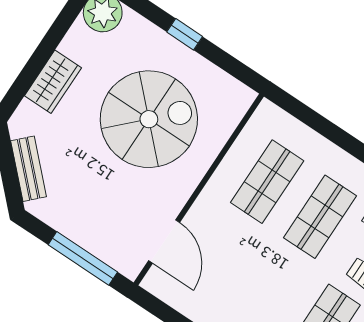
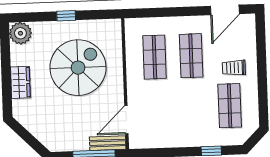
bench: (29, 169) -> (108, 143), moved, turned -45
door: (164, 242) -> (126, 120), swing flipped

